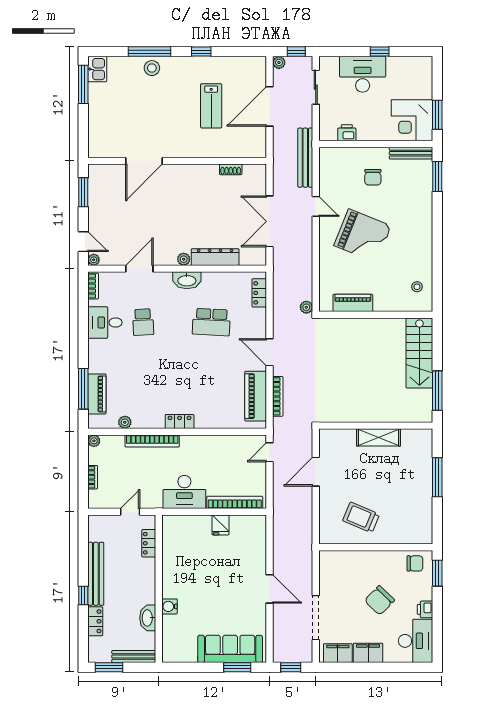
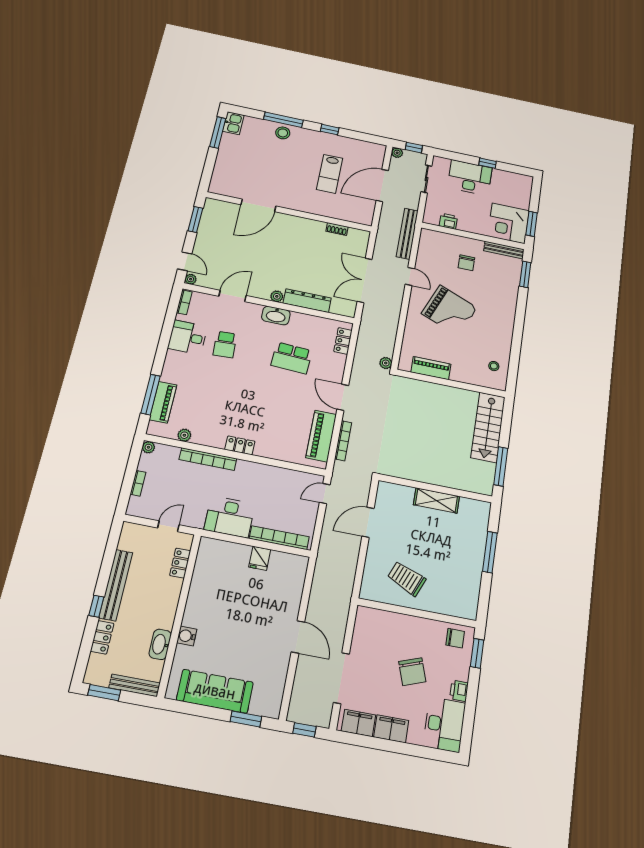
chair: (380, 600) -> (412, 672), turned -63
sofa: (230, 649) -> (215, 691), moved

